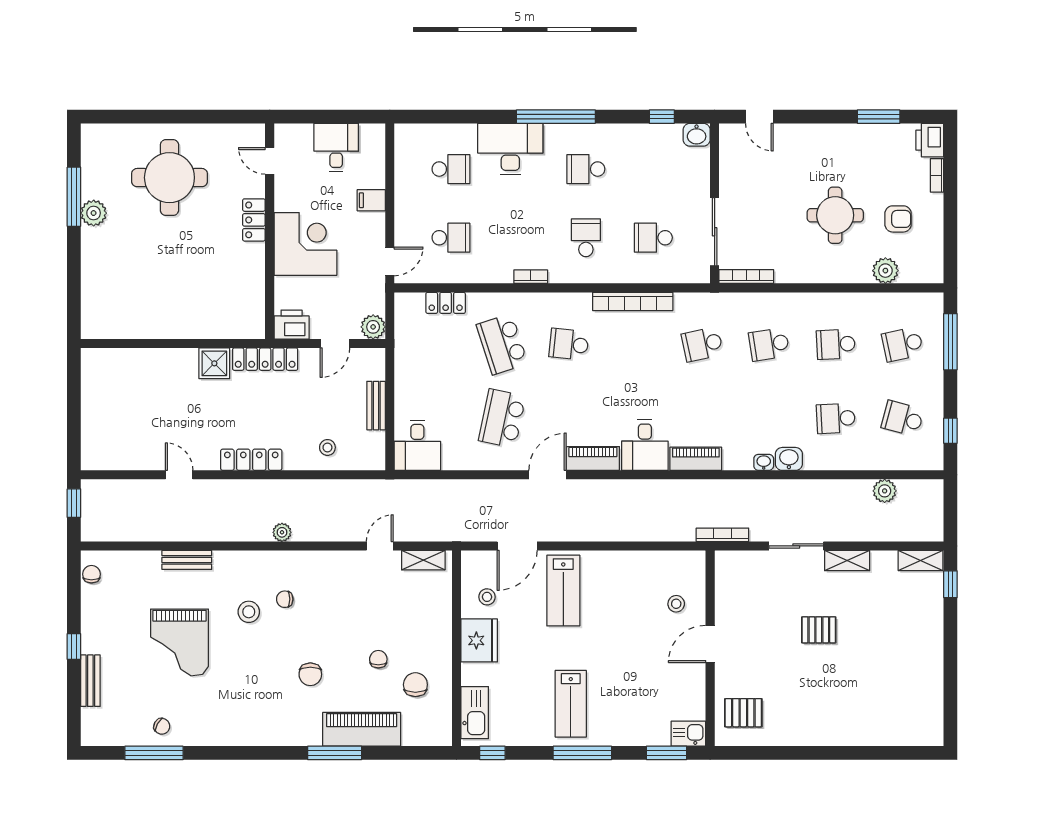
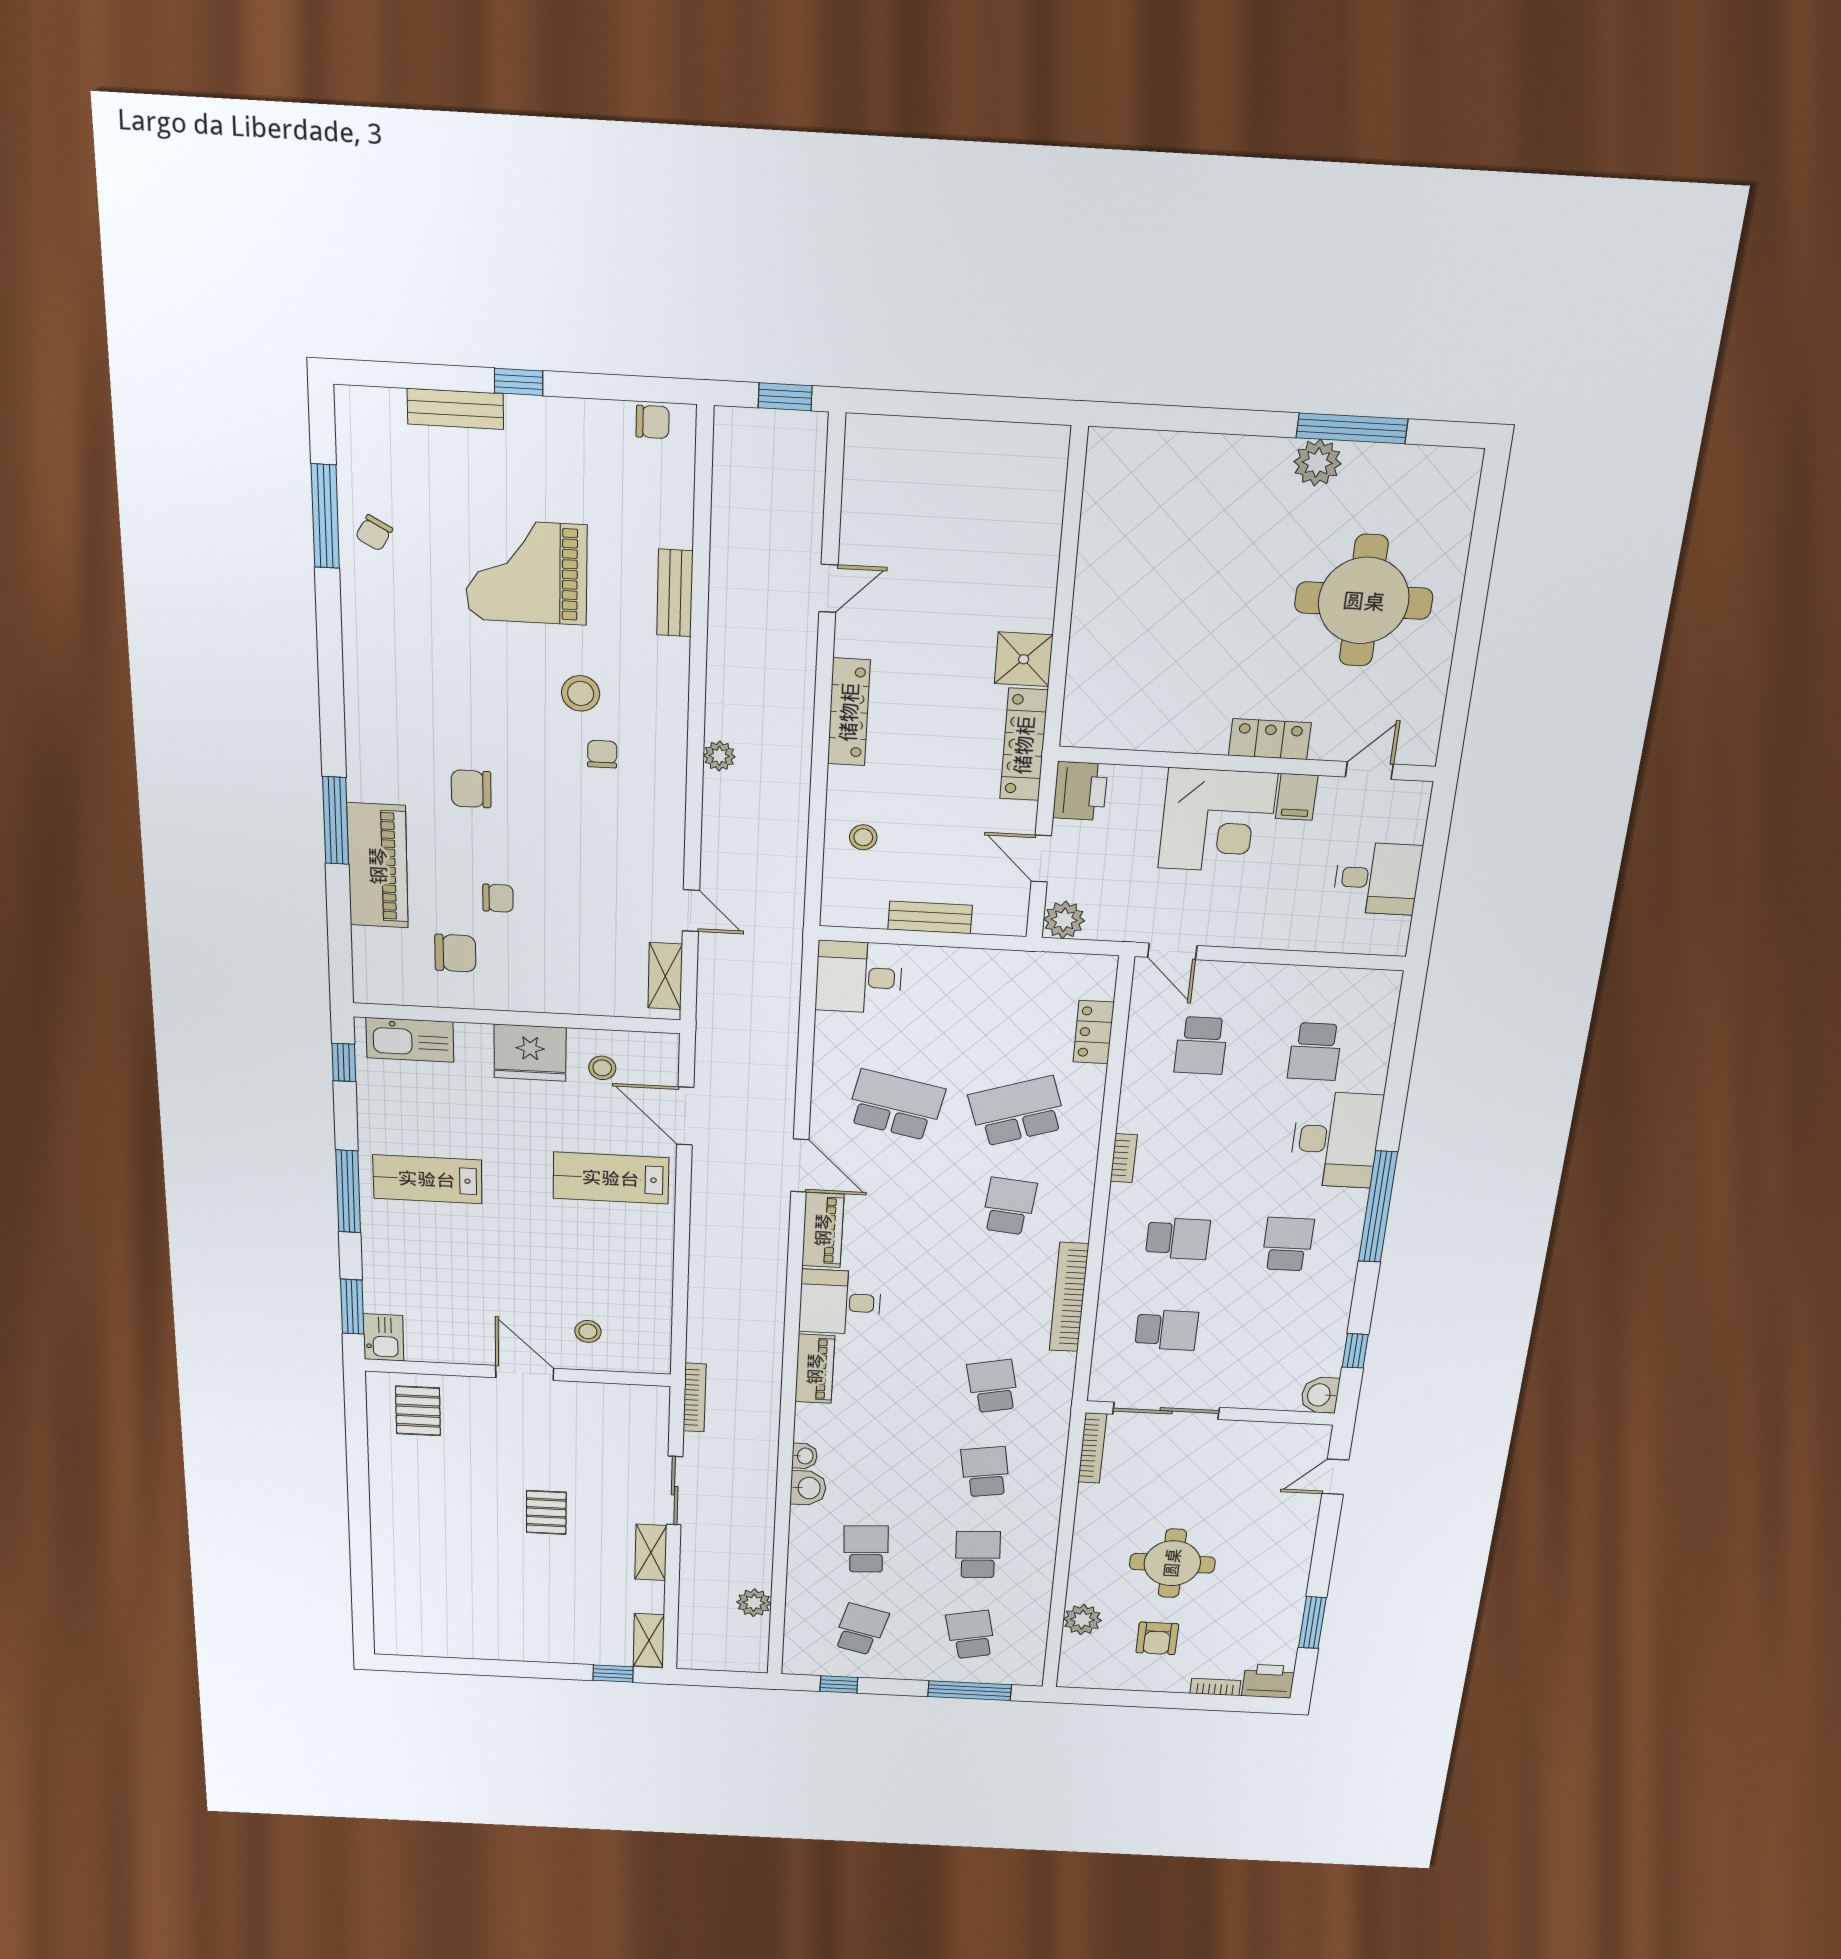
filing cabinet: (371, 200) -> (1297, 797), moved, turned 180
school desk: (653, 238) -> (1167, 1330), turned 90

